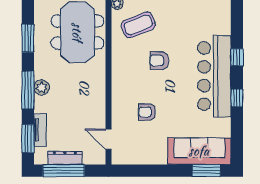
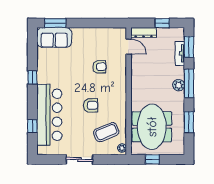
window: (237, 57) -> (32, 126), moved
bar counter: (214, 76) -> (49, 115), moved
sofa: (199, 151) -> (54, 38), width x0.73
dresser: (65, 158) -> (144, 32), moved
window: (64, 171) -> (162, 23), width x0.46

